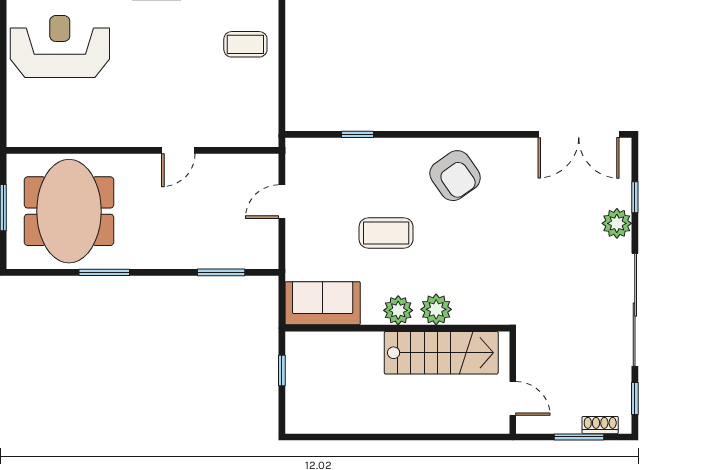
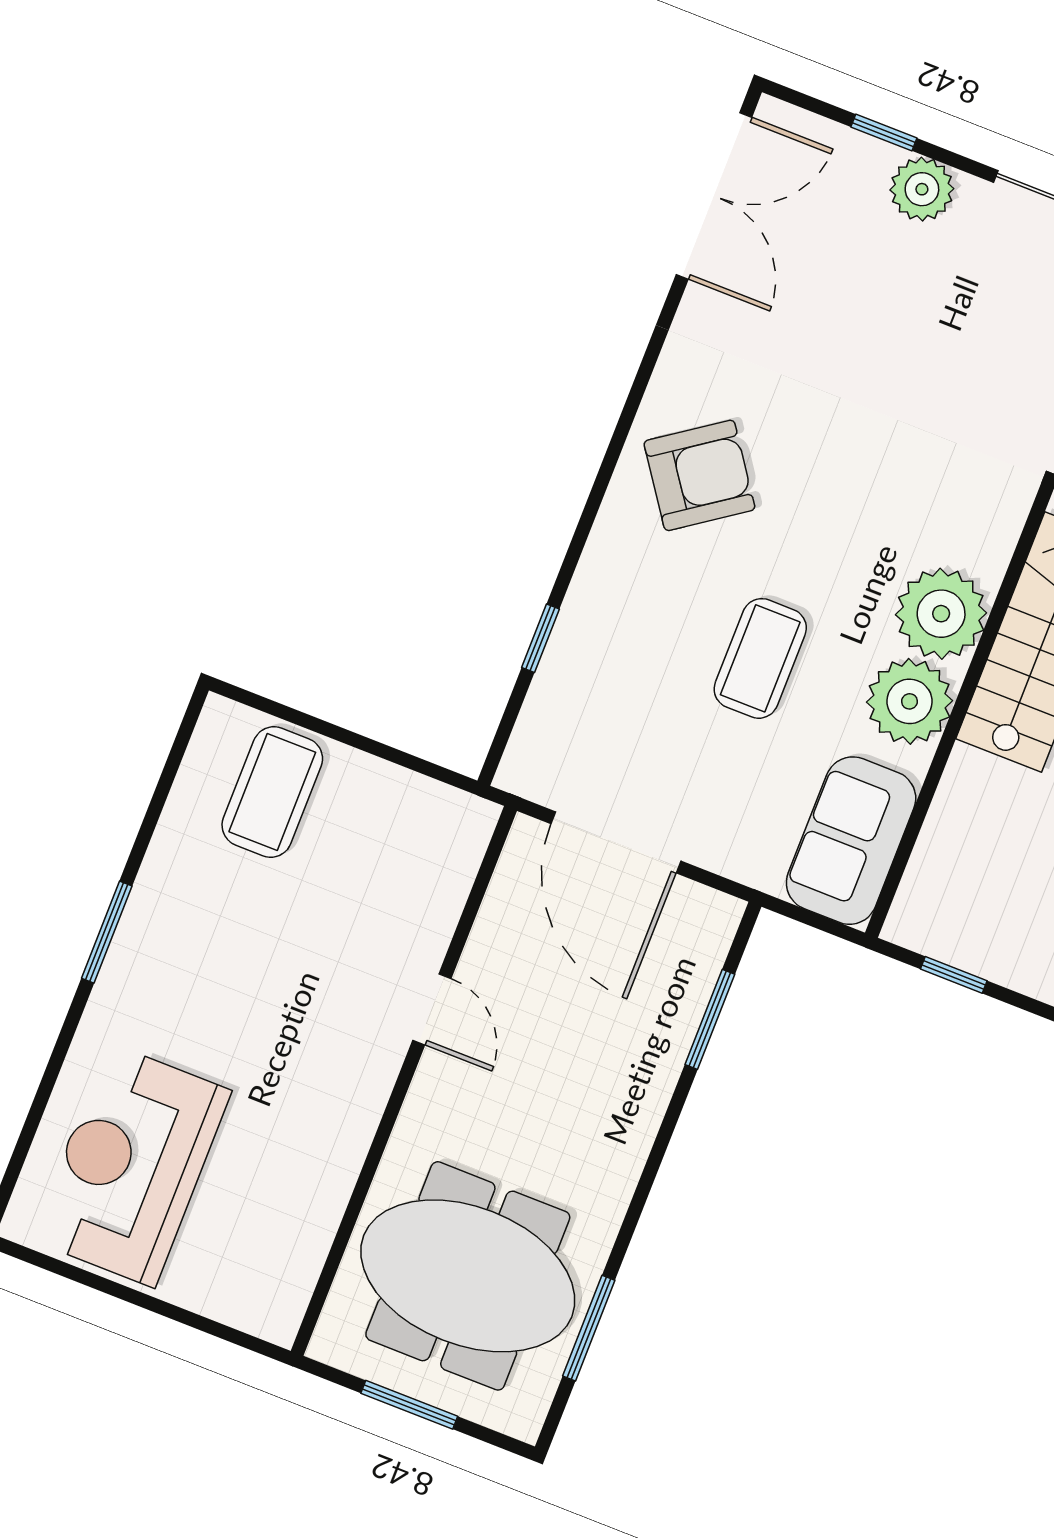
coffee table: (245, 44) -> (272, 792), width x1.36, depth x1.30
door: (282, 202) -> (616, 842), width x1.87
window: (104, 272) -> (589, 1328), moved
plant: (436, 309) -> (941, 614), width x1.36, depth x1.36
plant: (398, 310) -> (910, 701), width x1.36, depth x1.36

